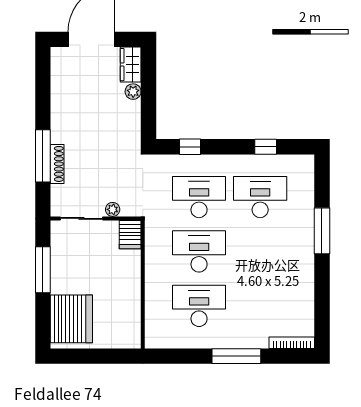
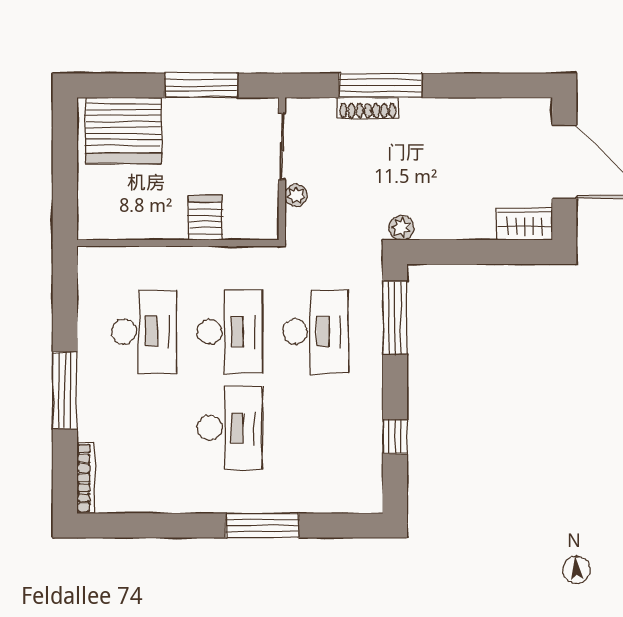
plant: (133, 92) -> (401, 228), moved
window: (190, 147) -> (395, 317), width x2.17
desk: (260, 197) -> (230, 428), moved
server rack: (130, 235) -> (205, 218), moved, turned 90

